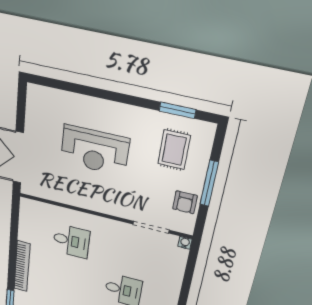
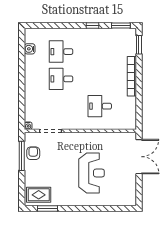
reception desk: (95, 150) -> (92, 173), turned 90
rug: (174, 150) -> (39, 195), moved, turned 90
window: (209, 183) -> (22, 156), moved

